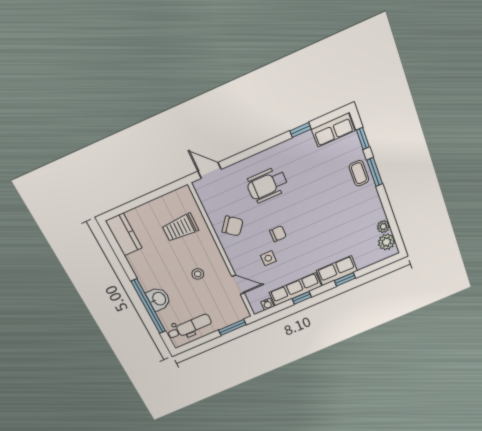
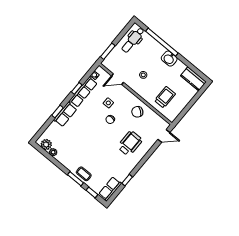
washbasin: (159, 299) -> (169, 59), moved

